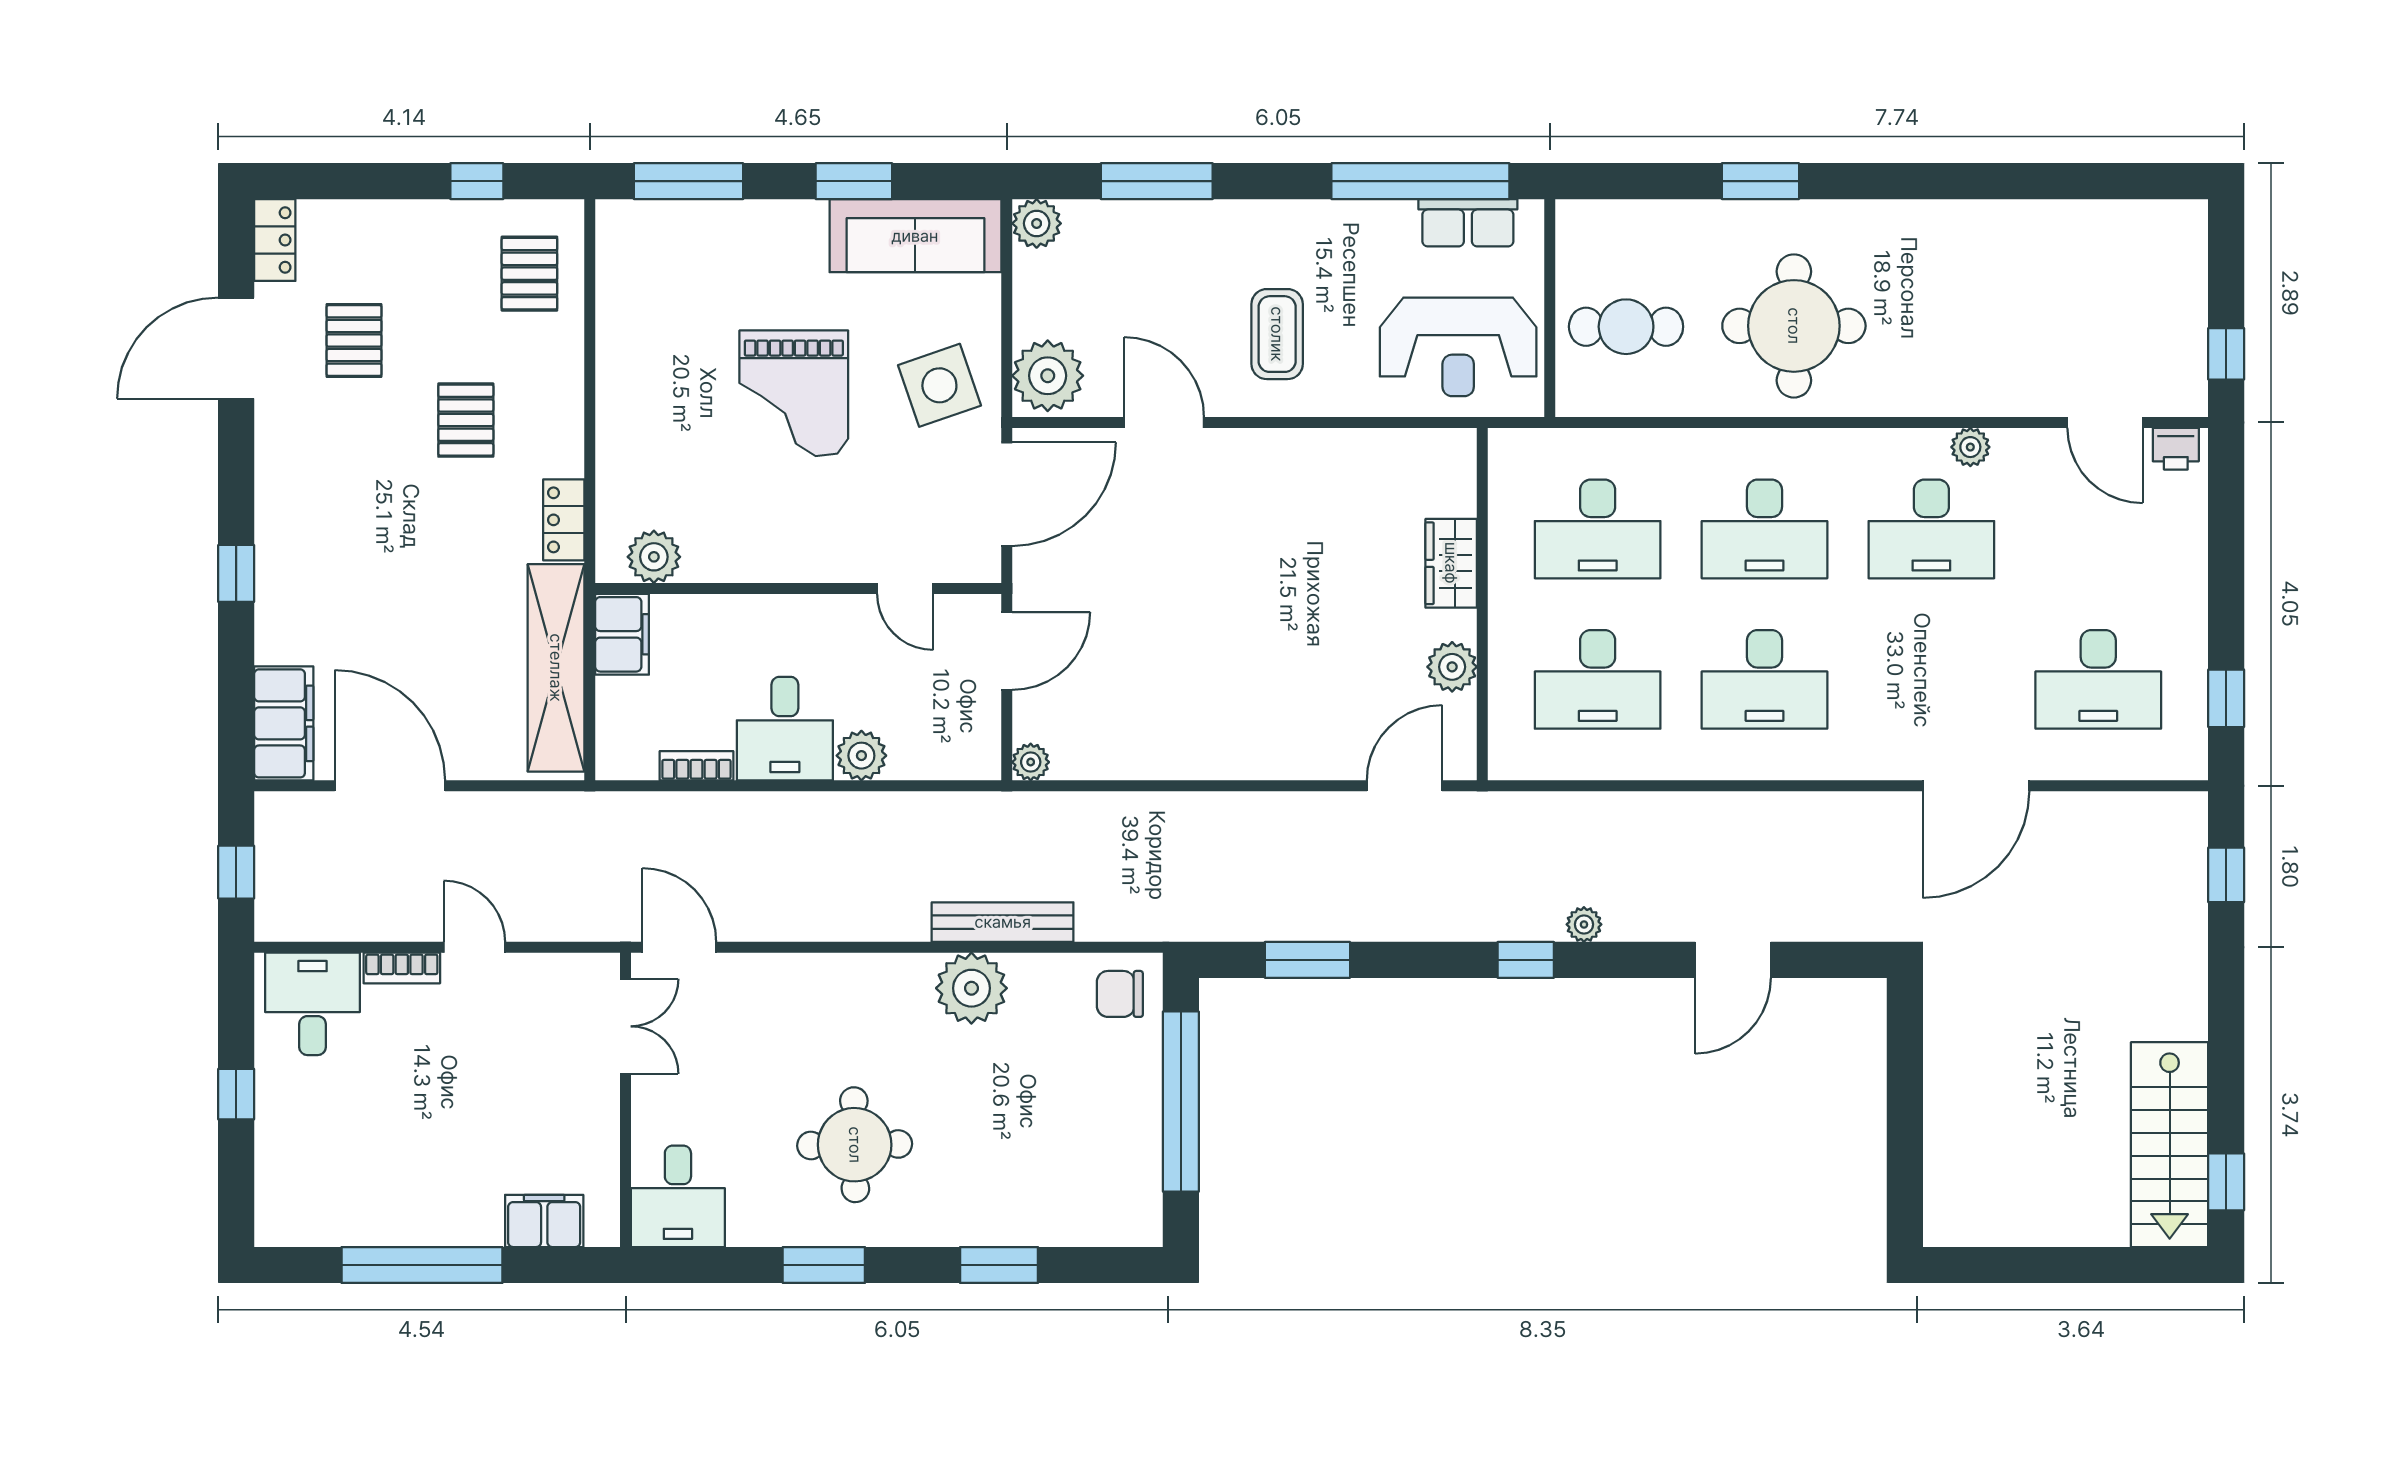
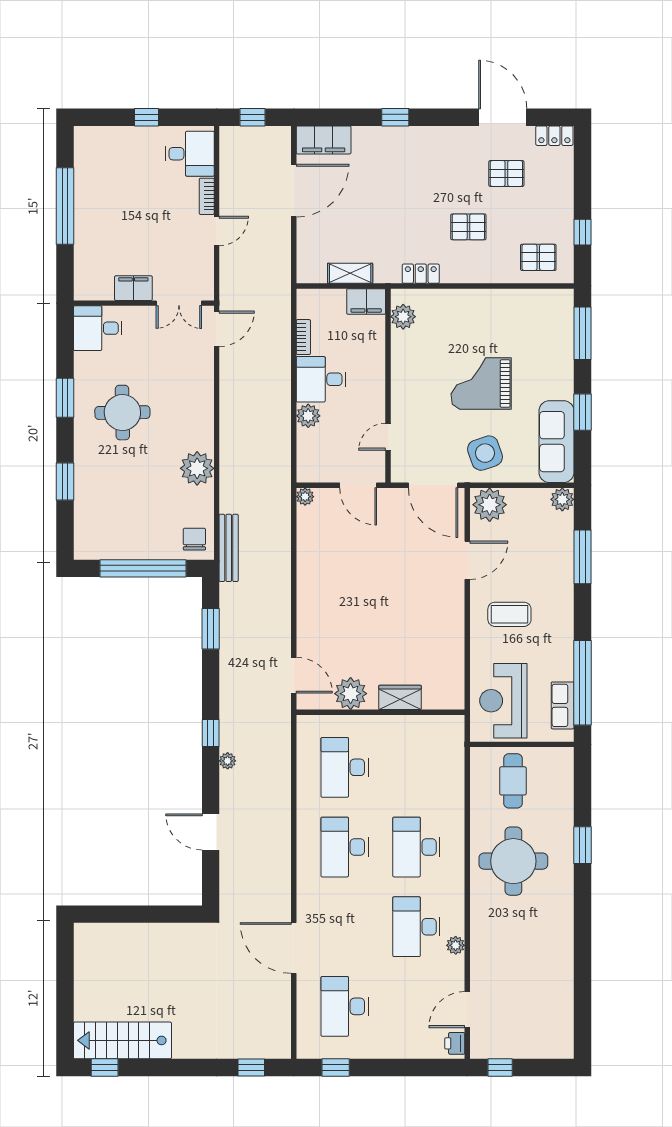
desk: (1598, 529) -> (416, 767), removed
plant: (1452, 667) -> (351, 694), width x1.36, depth x1.36
shelving: (556, 668) -> (350, 273), width x0.45, depth x0.75
bench: (1003, 922) -> (229, 548), moved
filing cabinet: (544, 1221) -> (133, 288), moved, turned -90

